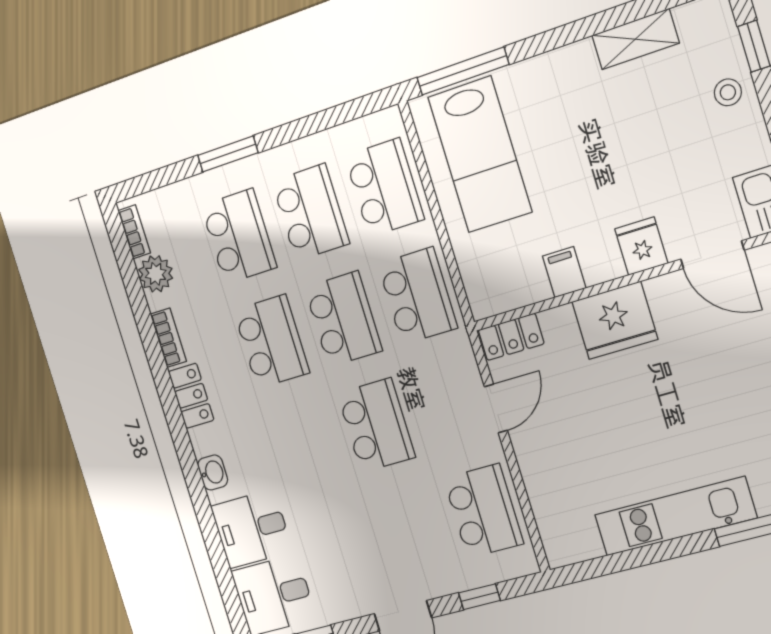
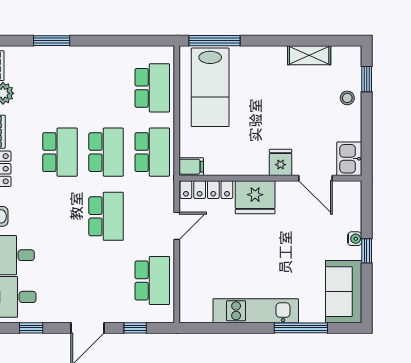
window: (228, 154) -> (52, 41), moved
school desk: (310, 212) -> (106, 88), removed
school desk: (239, 236) -> (60, 88), removed
filing cabinet: (564, 272) -> (191, 167), moved, turned 90
locker: (511, 337) -> (206, 190), width x1.53

